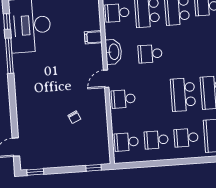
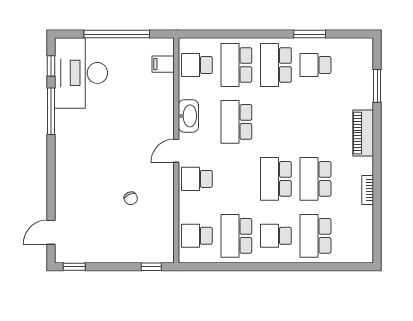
filing cabinet: (93, 37) -> (163, 64), moved
school desk: (150, 54) -> (236, 122), width x1.85
school desk: (156, 140) -> (236, 236), width x1.85

